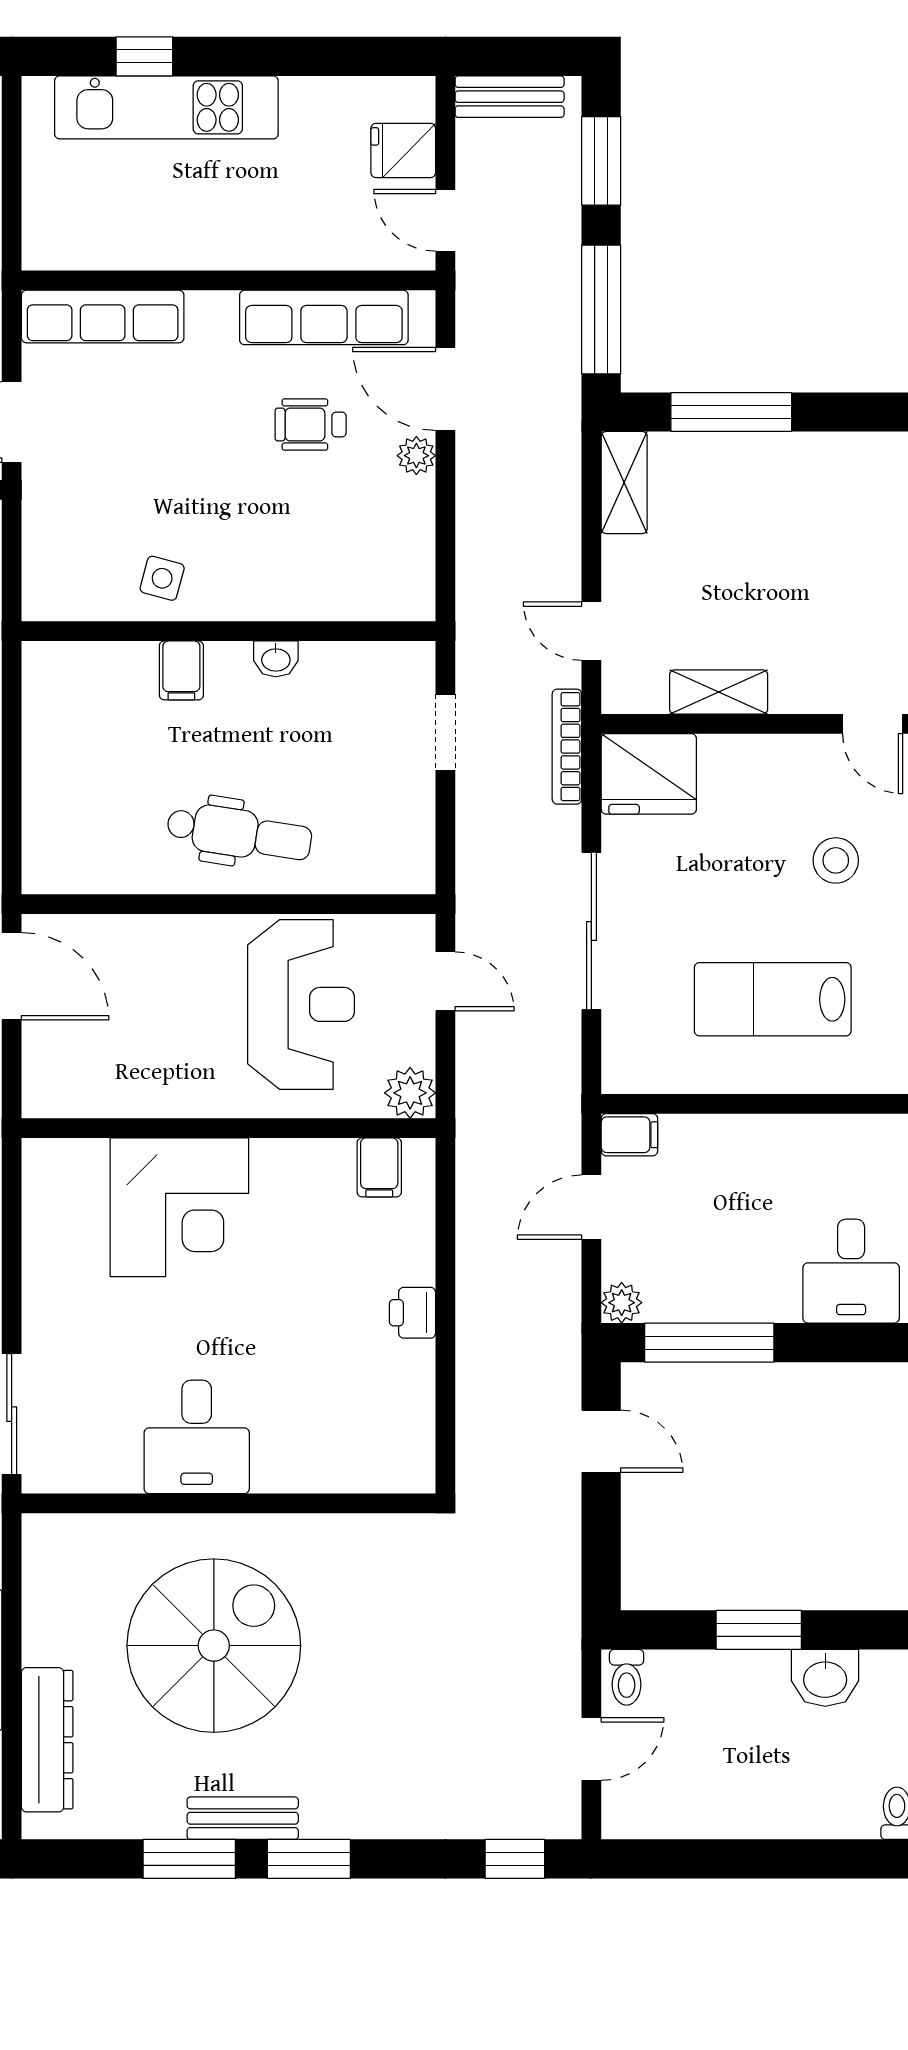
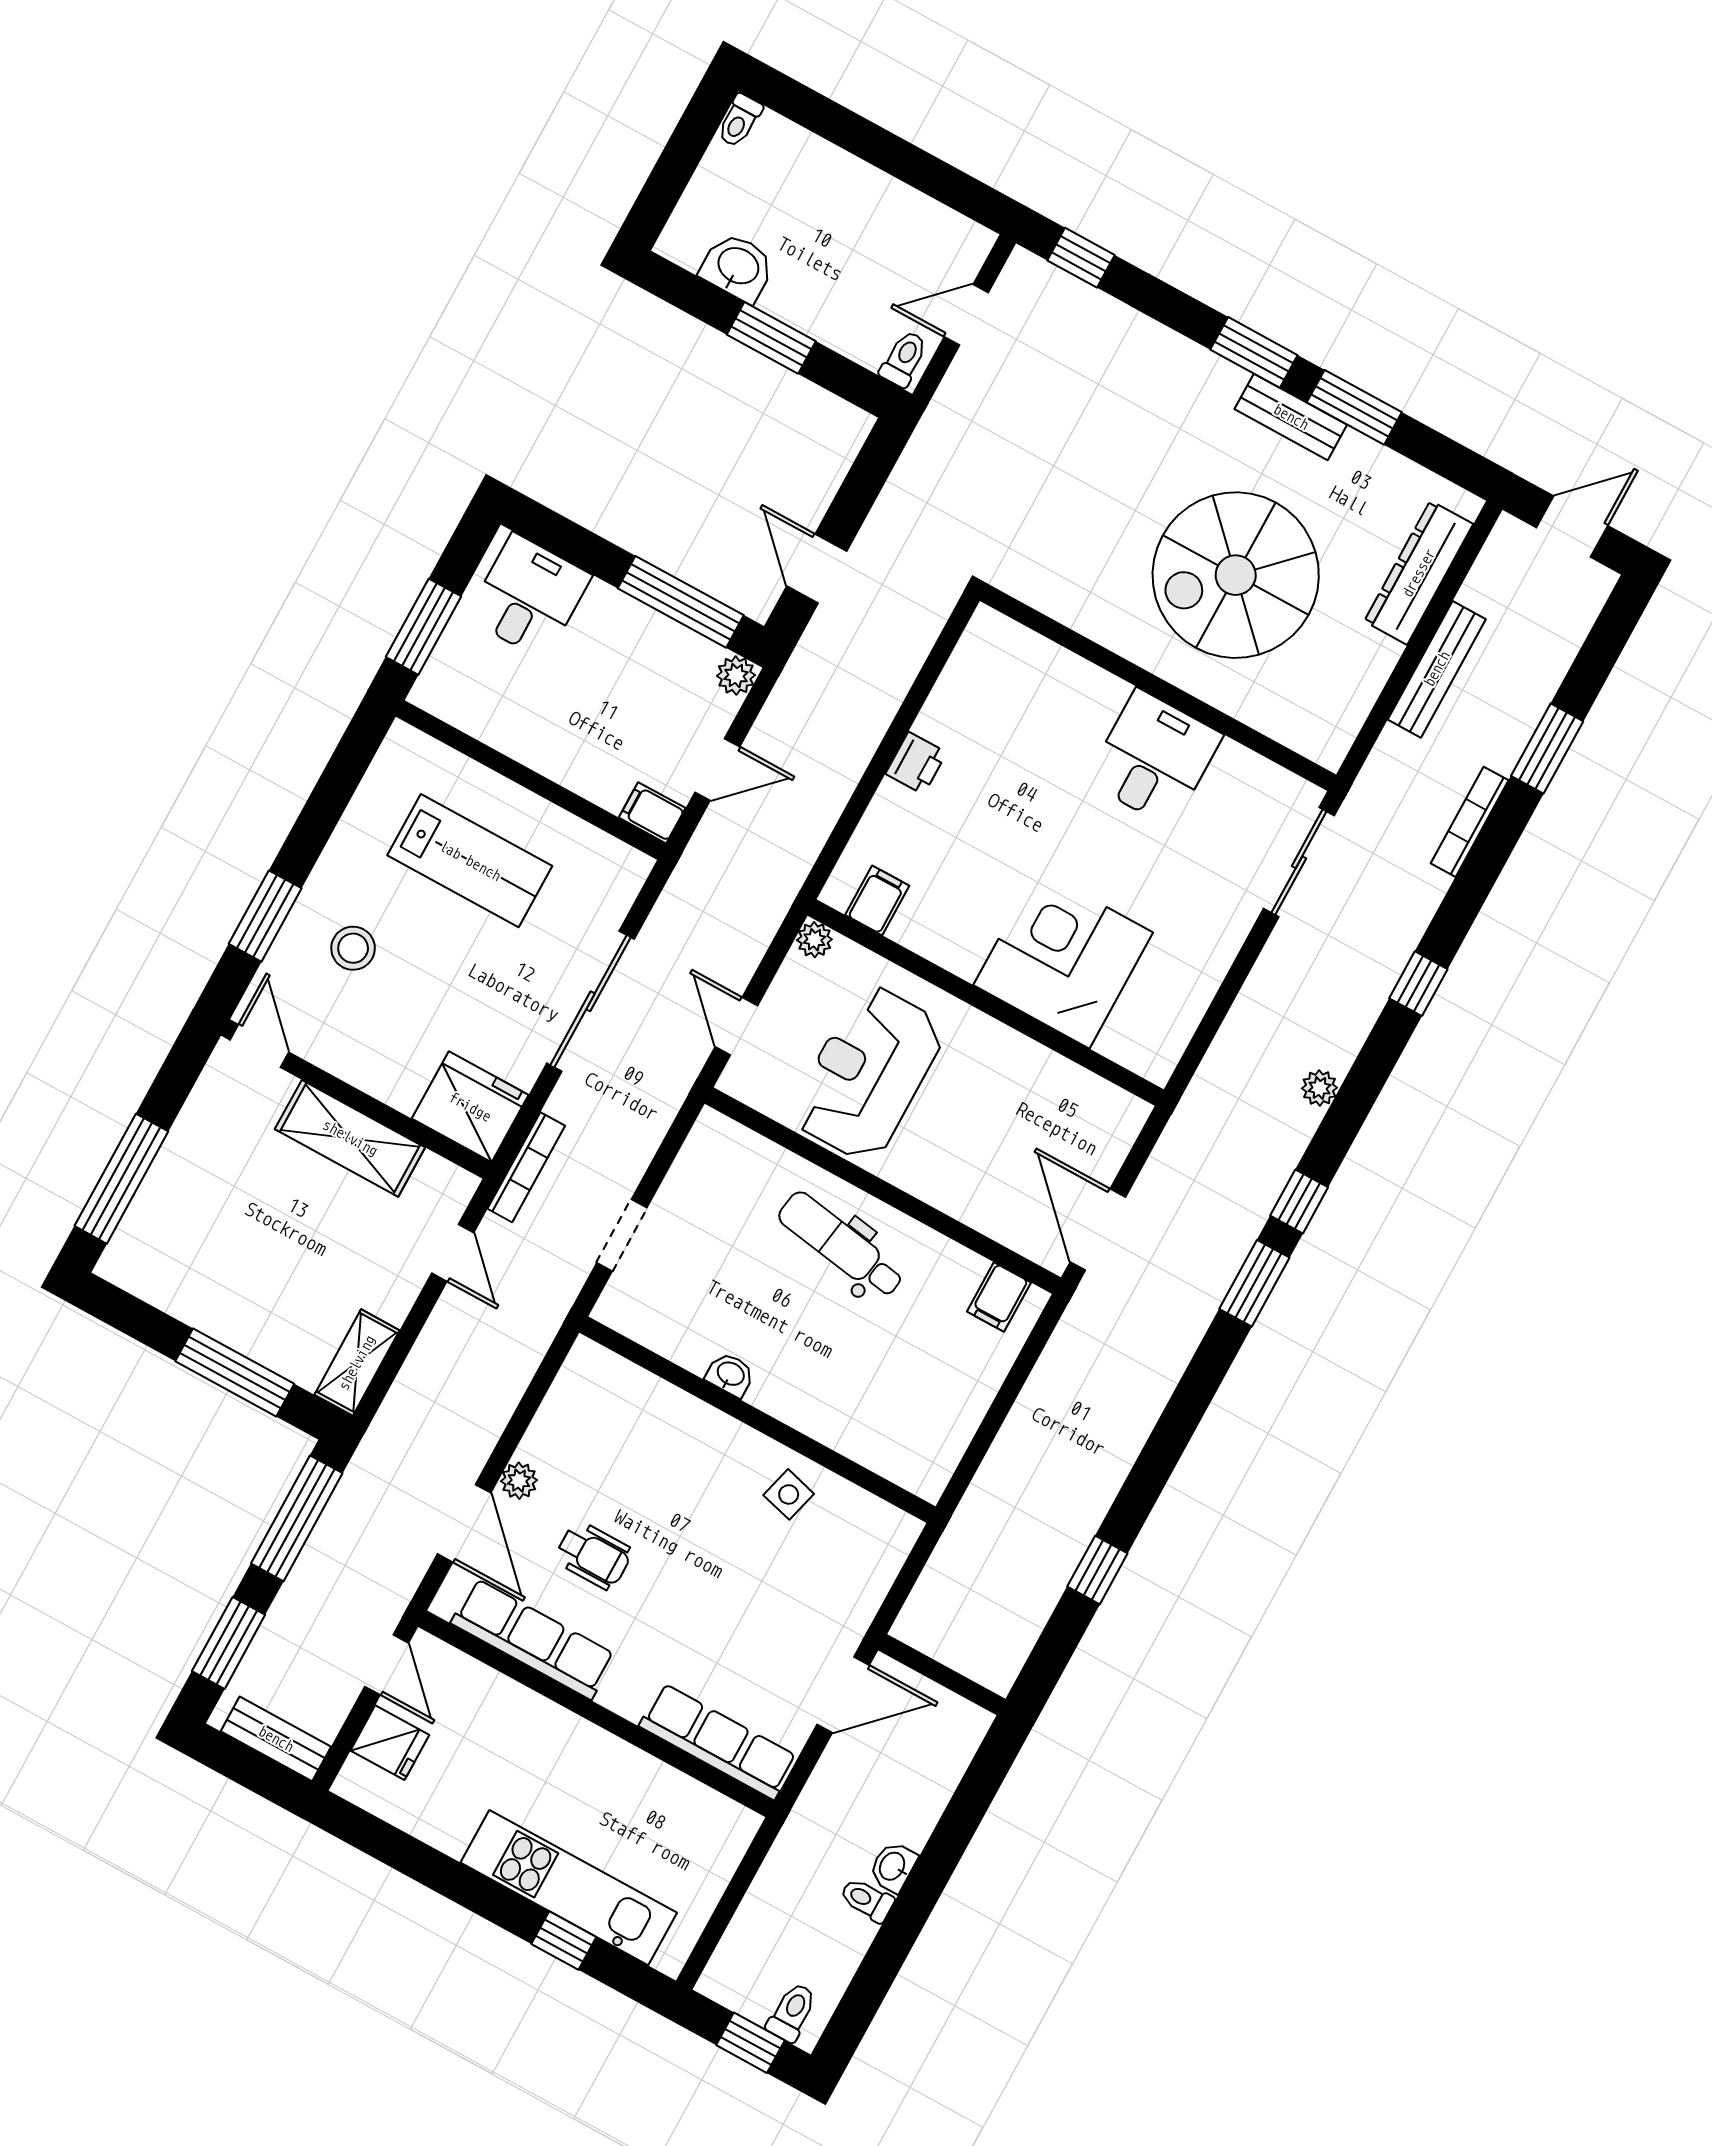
filing cabinet: (181, 670) -> (999, 1297), moved, turned 180
shelving: (719, 692) -> (350, 1138), width x1.50, depth x1.33
plant: (410, 1093) -> (814, 940), width x0.73, depth x0.73

